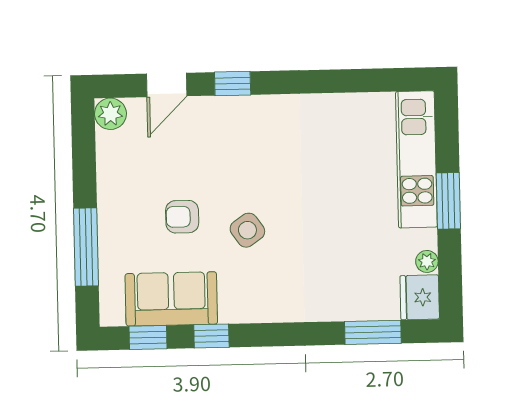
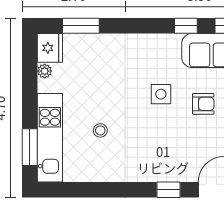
stool: (339, 172) -> (100, 130), added
window: (448, 201) -> (30, 147), moved
side table: (247, 230) -> (161, 94), turned 35

